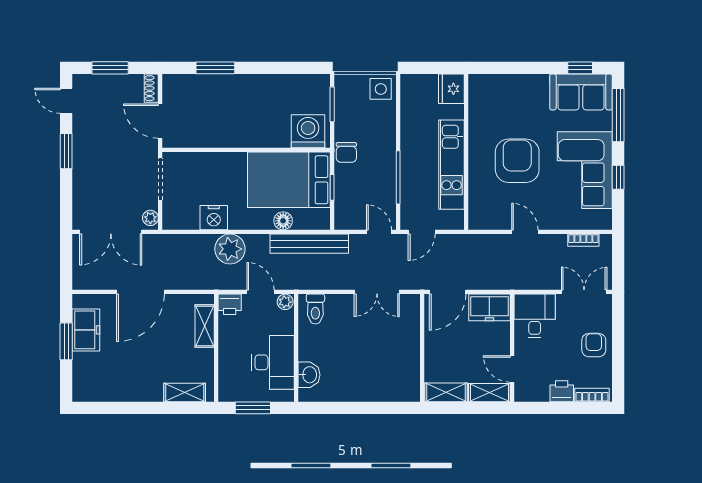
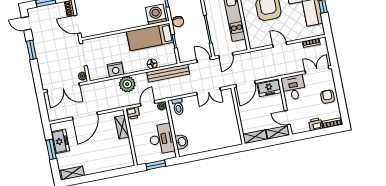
bed: (289, 180) -> (150, 37), width x0.67
door: (260, 292) -> (148, 103), hinge flipped
shelving: (185, 393) -> (73, 173), moved

